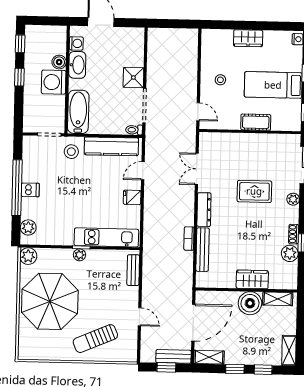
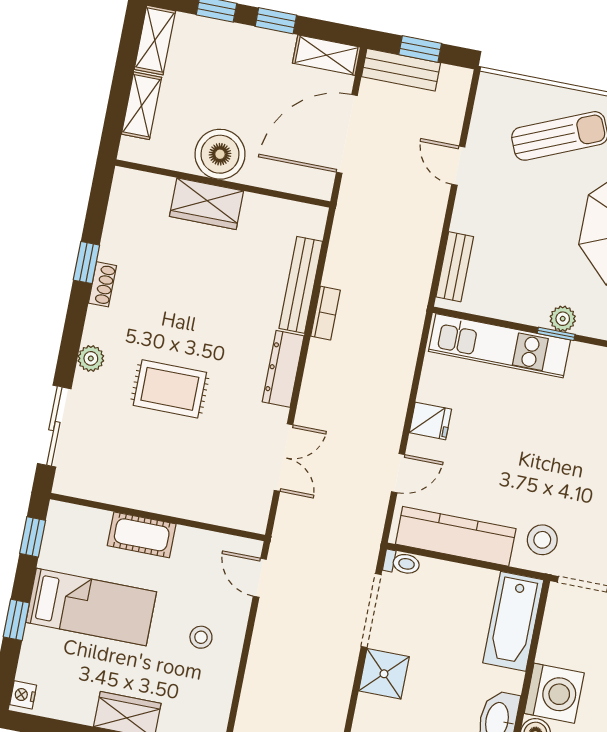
plant: (290, 253) -> (118, 245), removed
shelving: (278, 299) -> (142, 106), moved, turned 90

